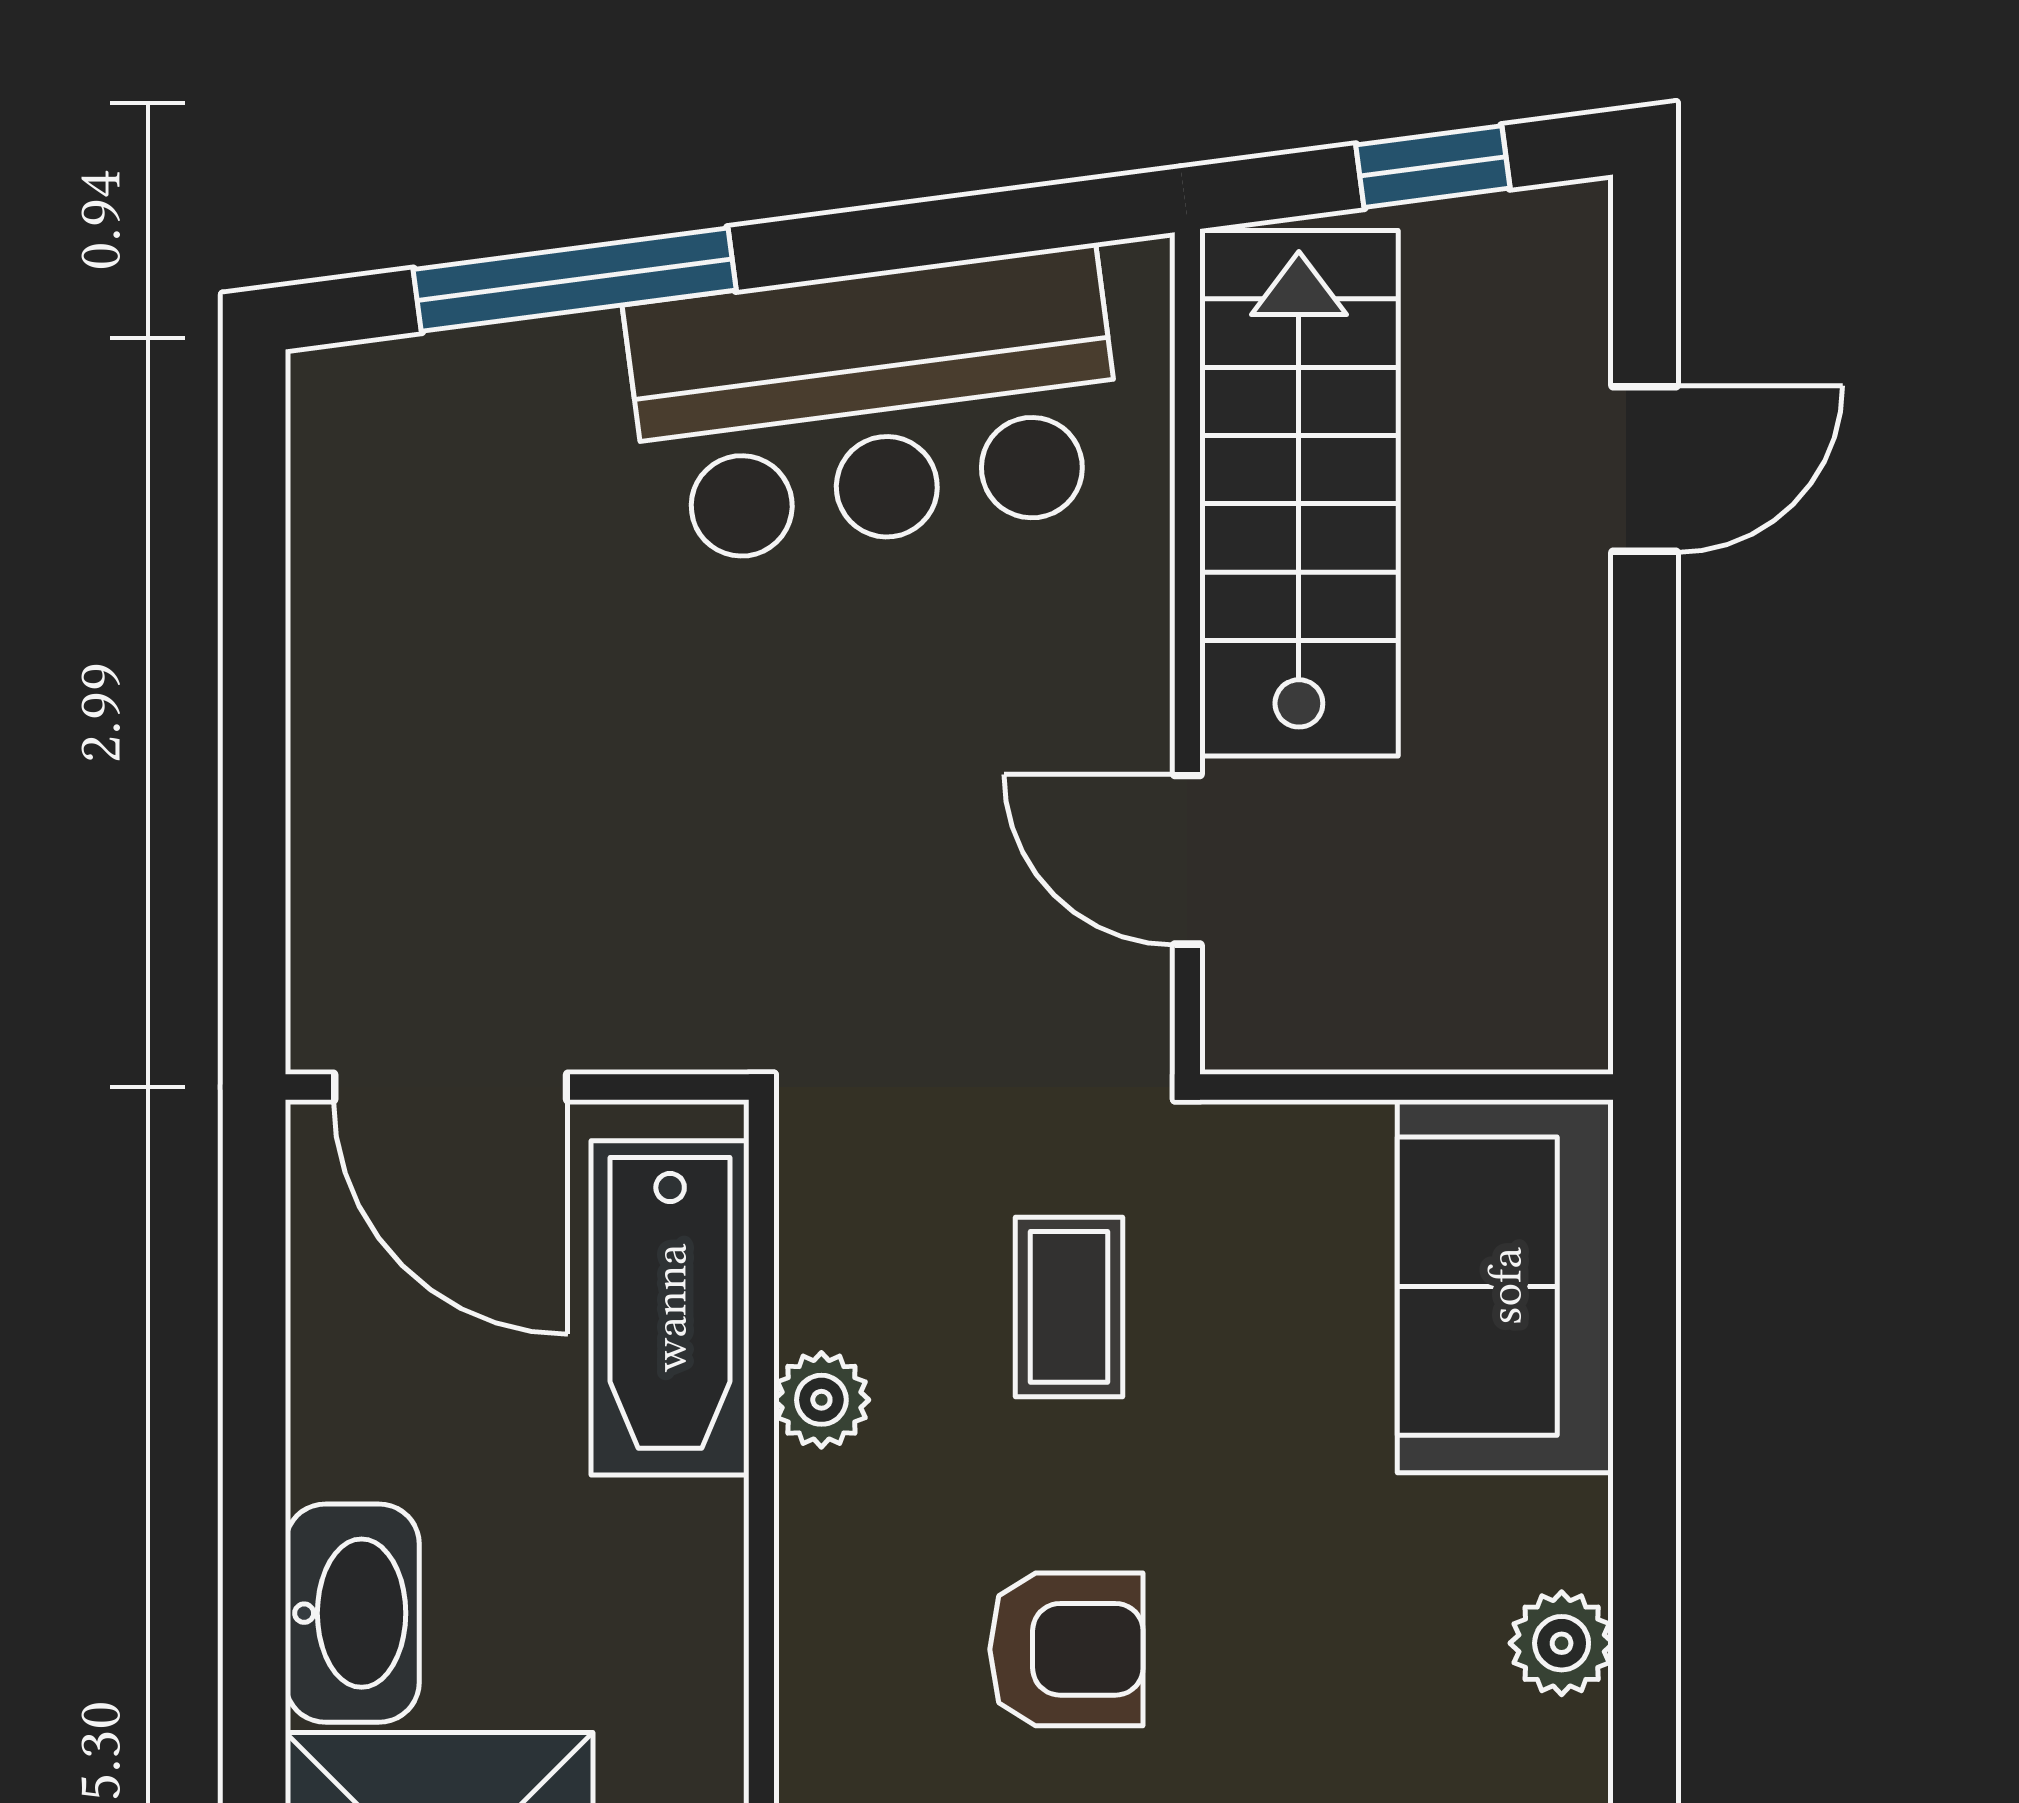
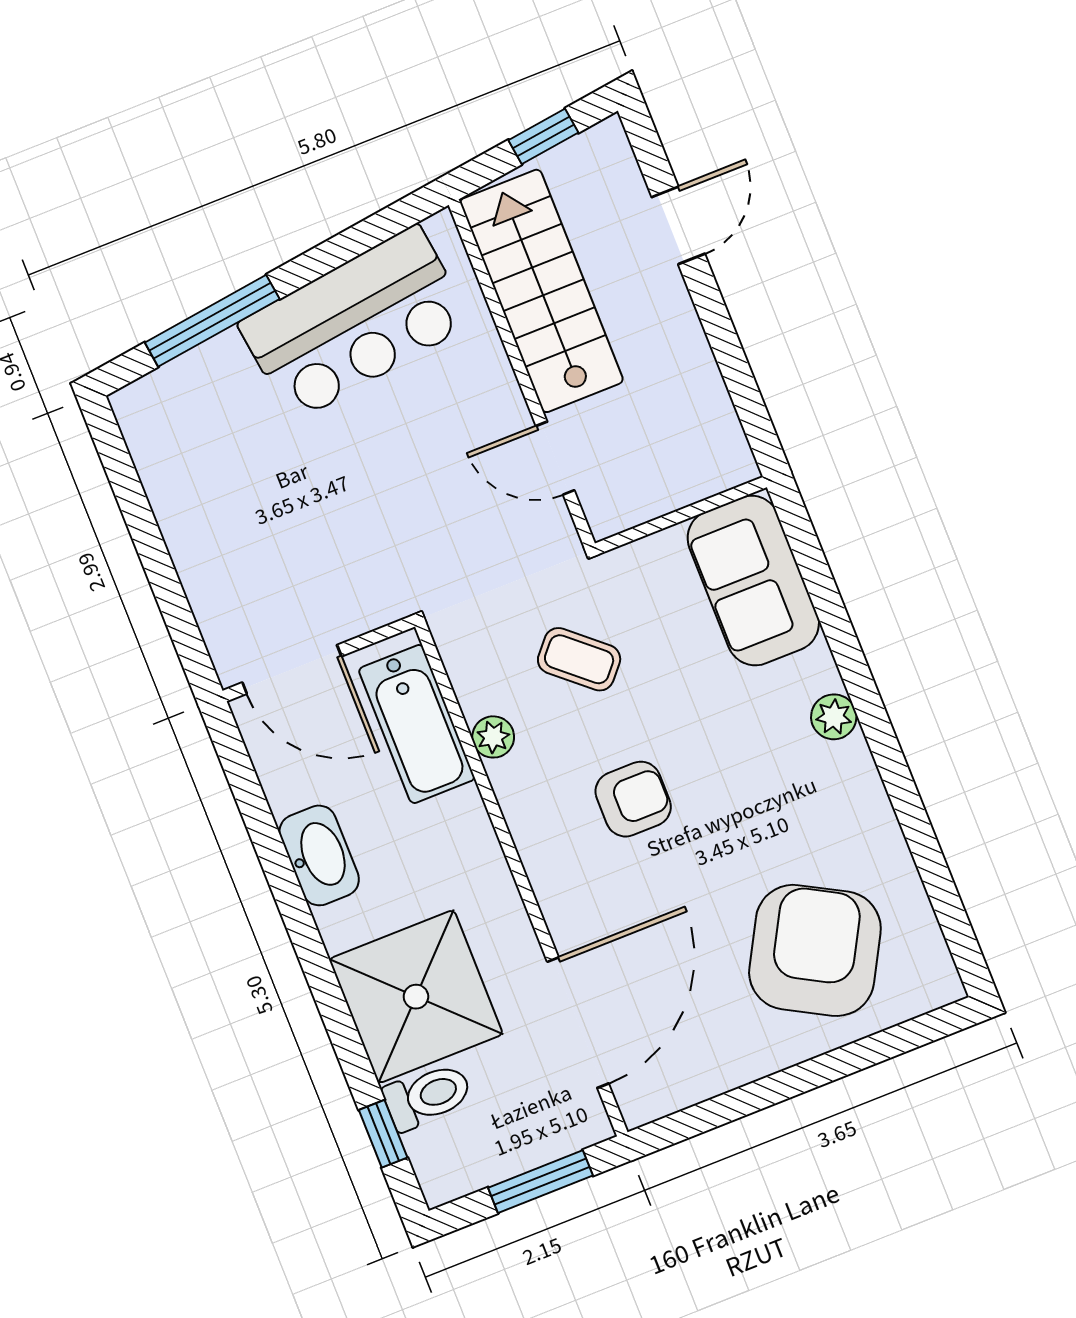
coffee table: (1069, 1307) -> (579, 659), turned -49
washbasin: (352, 1613) -> (319, 855), moved

